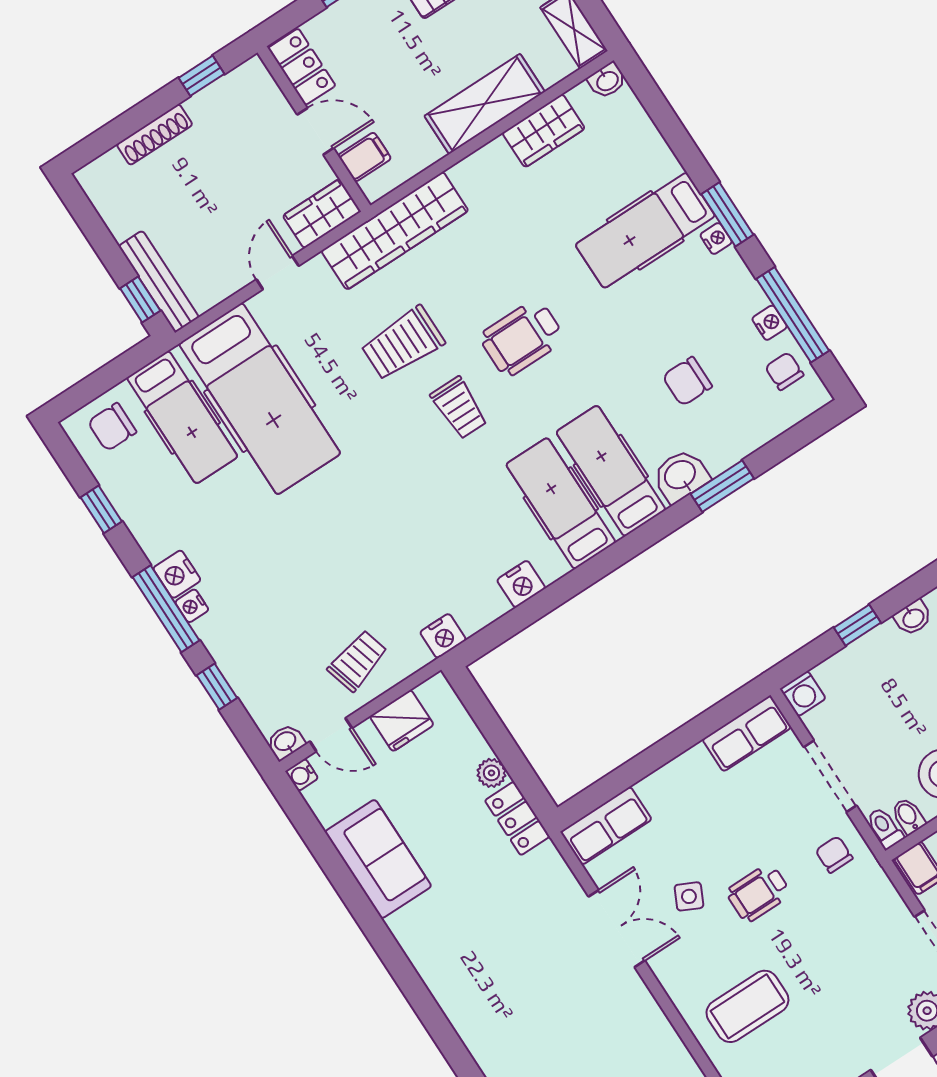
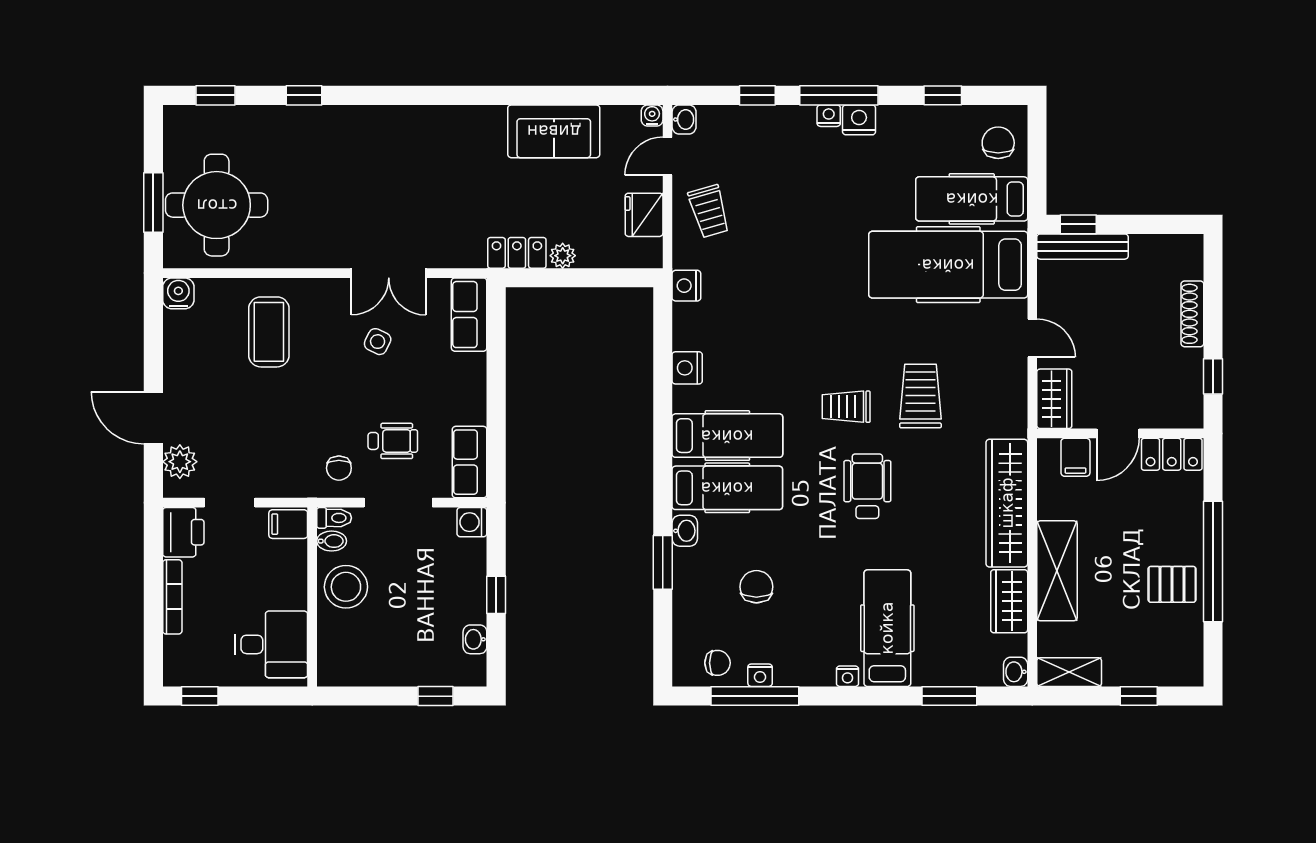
window: (727, 214) -> (949, 696), moved
wardrobe: (395, 231) -> (1007, 503), moved
washbasin: (681, 476) -> (685, 531), width x0.72, depth x0.69
chair: (834, 854) -> (339, 468), turned 90
wheelchair: (758, 893) -> (393, 441), moved, turned 90

